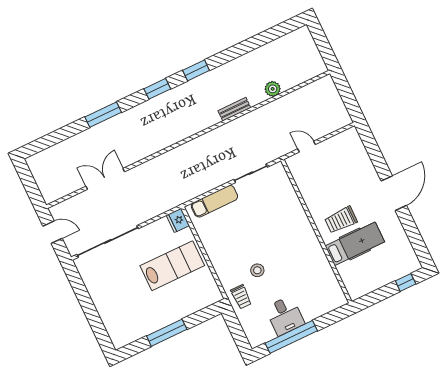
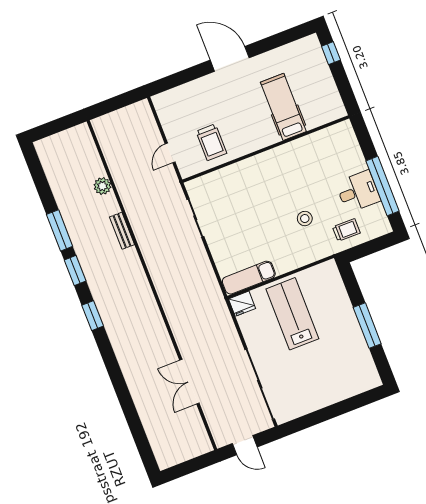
window: (103, 115) -> (60, 230), moved
exam couch: (214, 201) -> (249, 278), moved, turned -90
trolley: (341, 220) -> (211, 142), moved
door: (53, 232) -> (245, 445), swing flipped
trolley: (241, 297) -> (346, 230), moved

